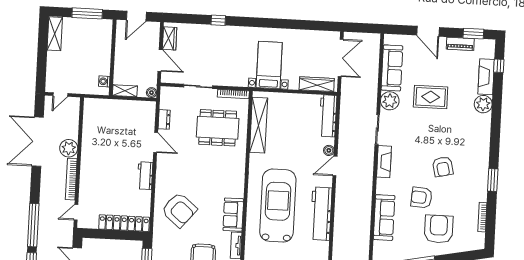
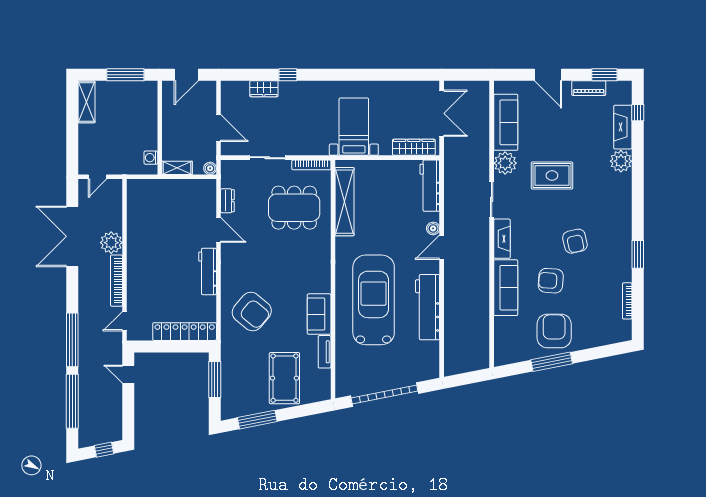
wardrobe: (170, 38) -> (264, 89), moved, turned 90
rug: (431, 97) -> (552, 175), moved
workbench: (145, 176) -> (208, 271), width x1.38
sofa: (384, 218) -> (506, 288), moved
armchair: (439, 229) -> (554, 331), moved

